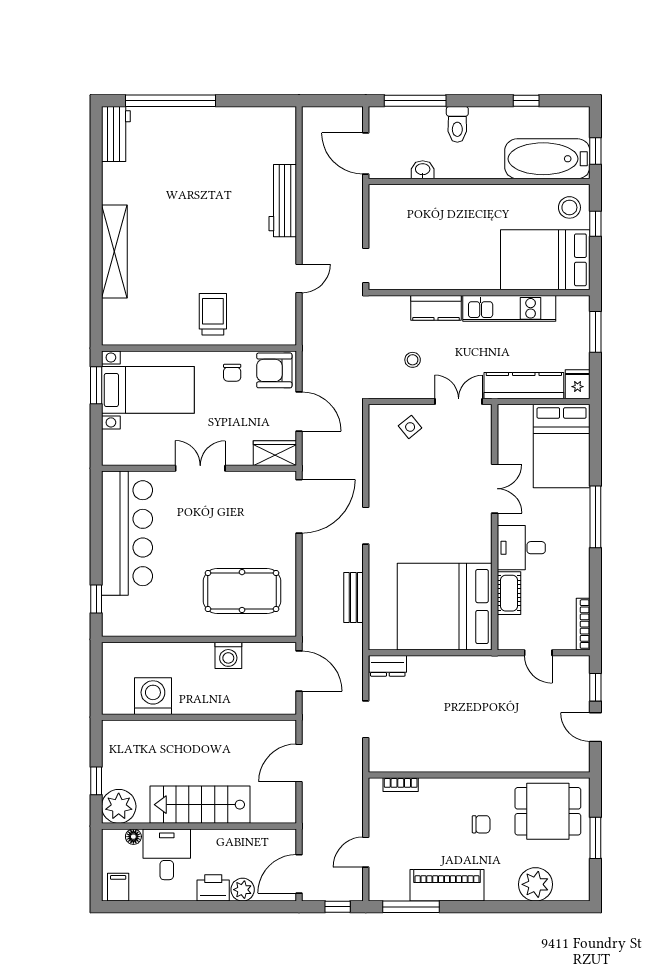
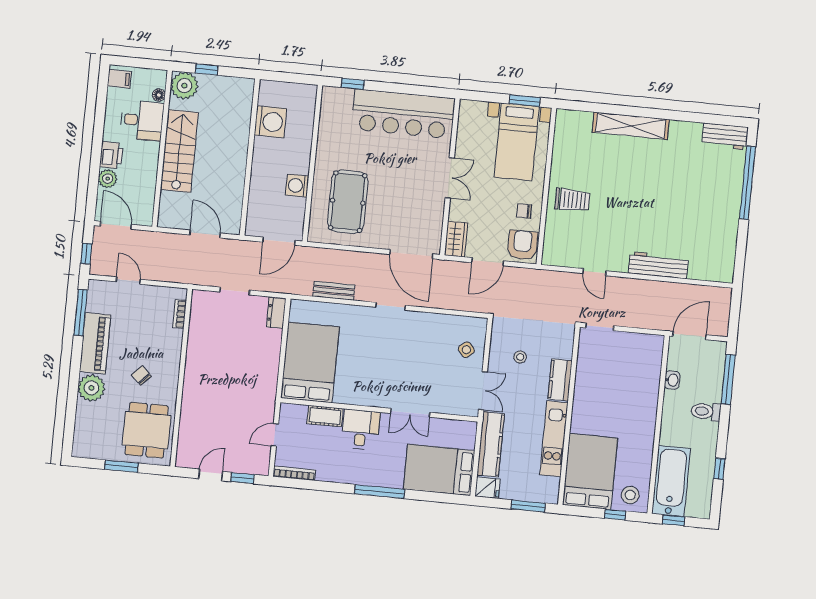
bed: (445, 607) -> (310, 362), width x0.73
chair: (481, 824) -> (141, 375), turned 134
plant: (535, 884) -> (91, 388), moved

